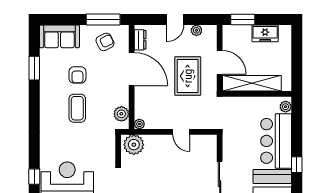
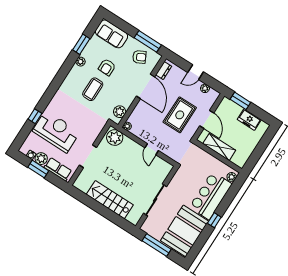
shelving: (252, 83) -> (219, 147), width x0.68
plant: (45, 87) -> (81, 62), added

